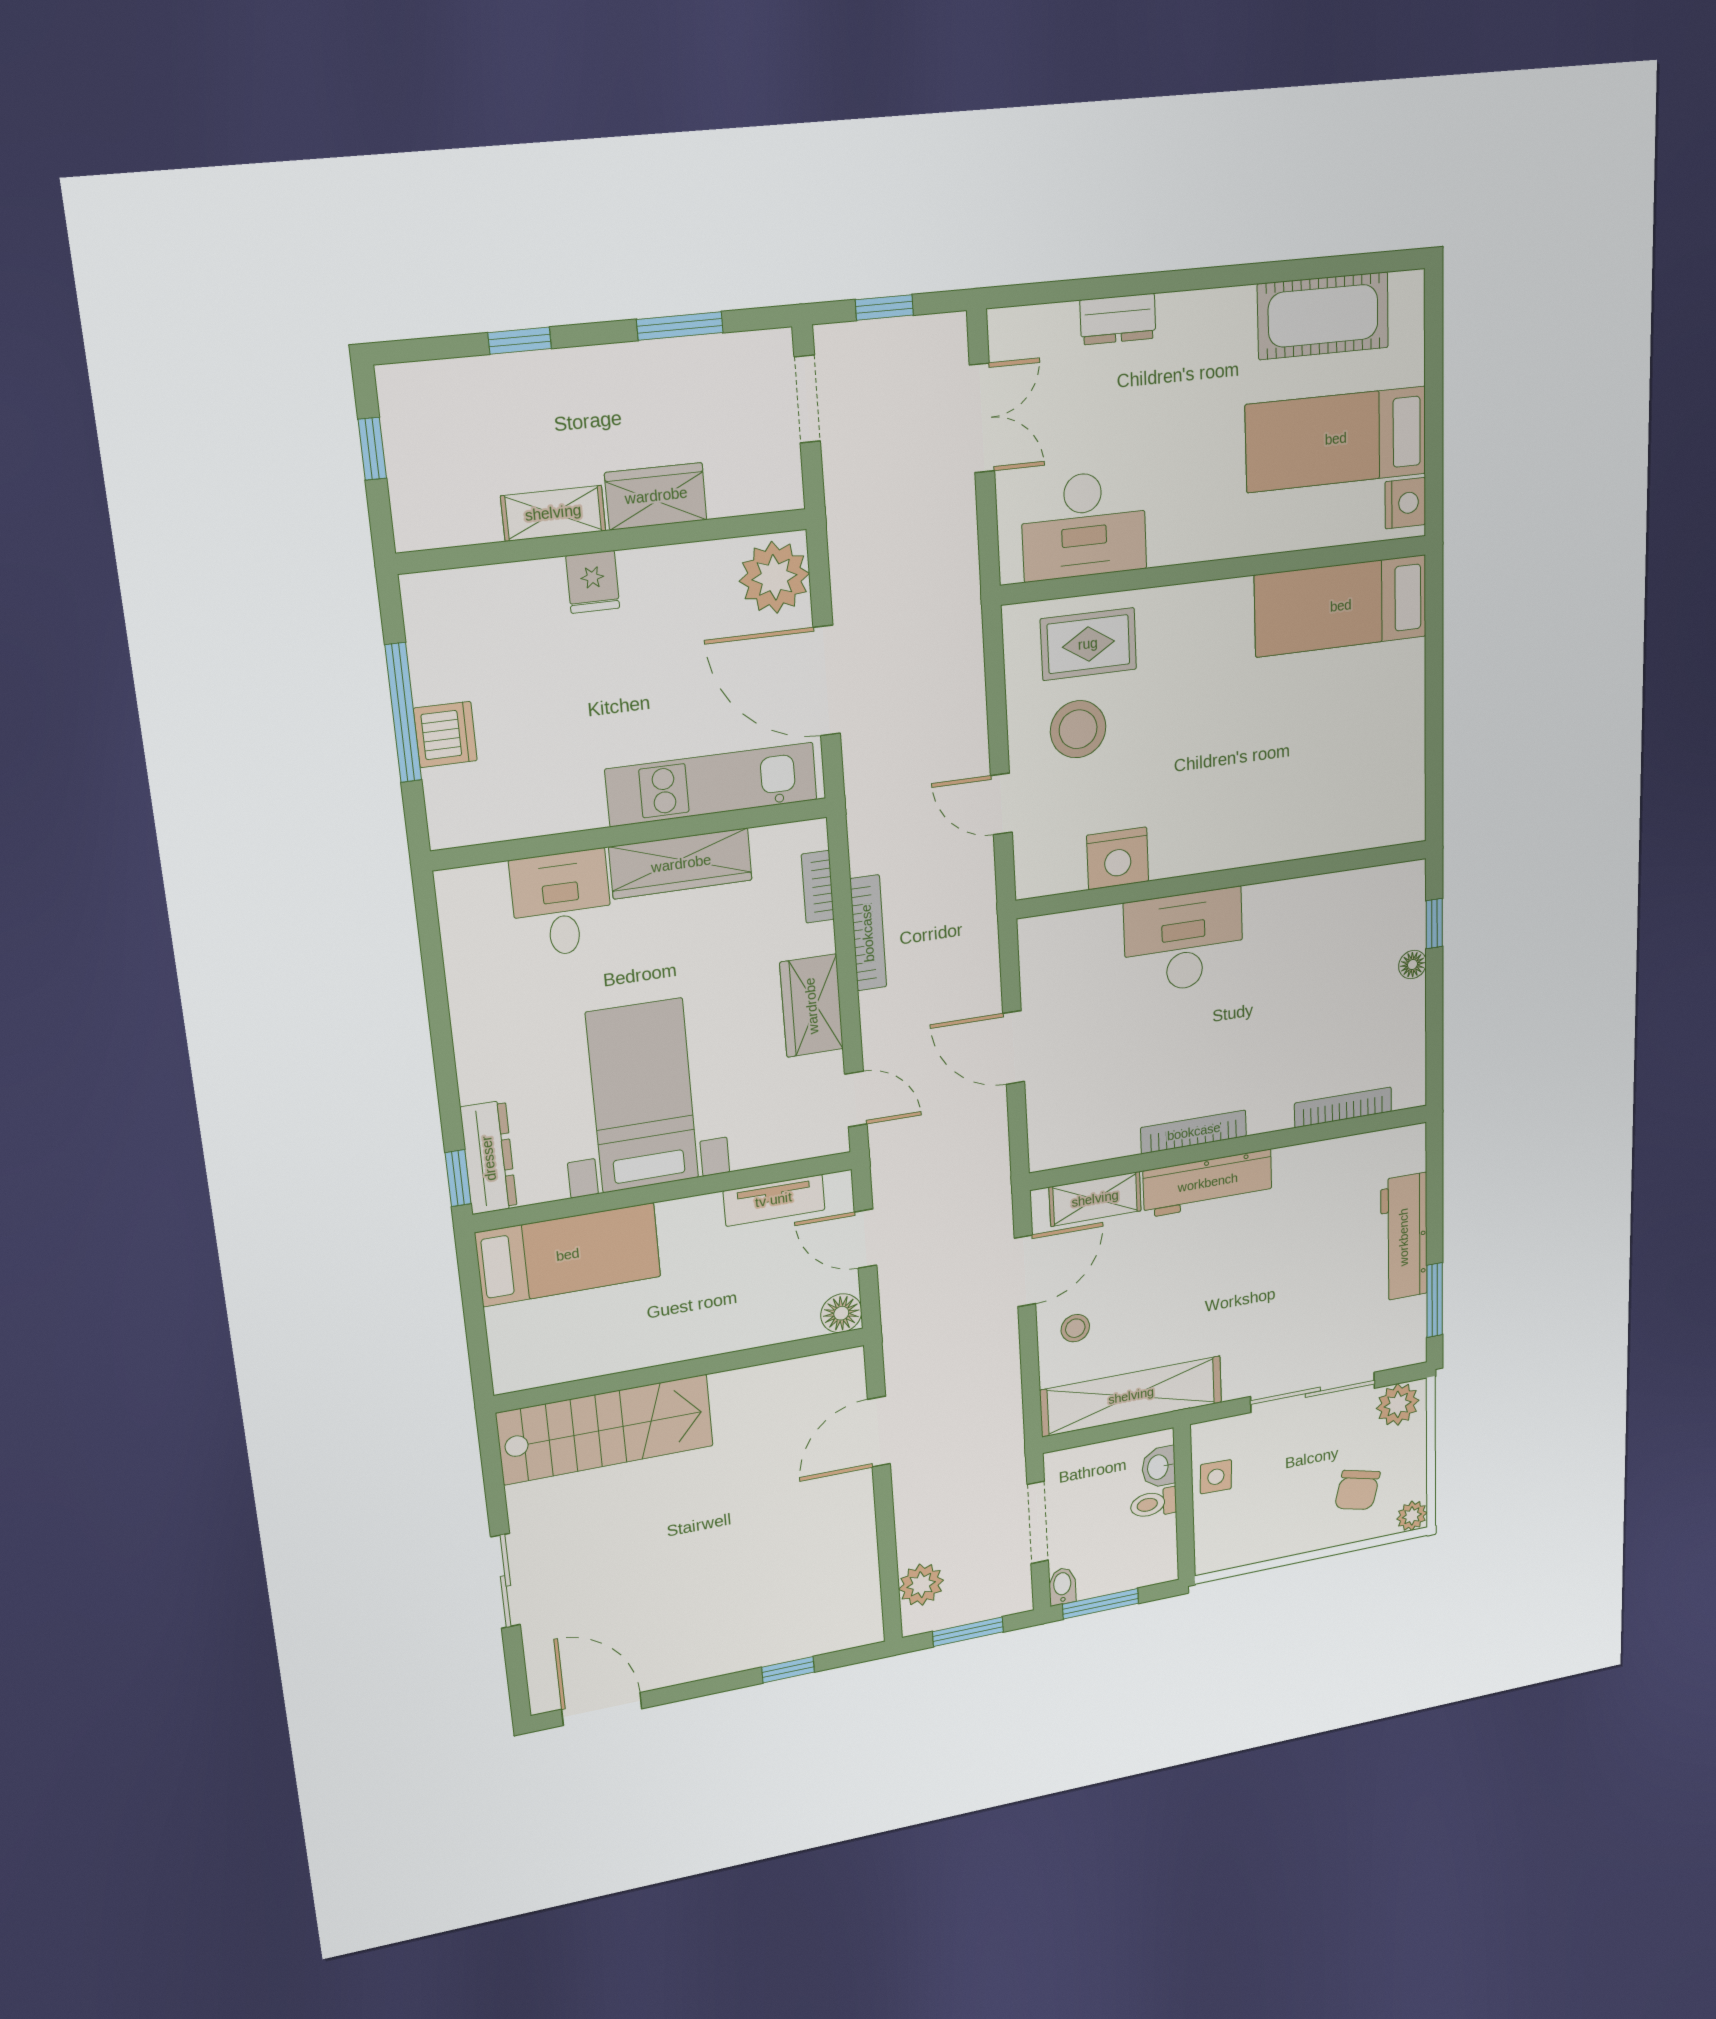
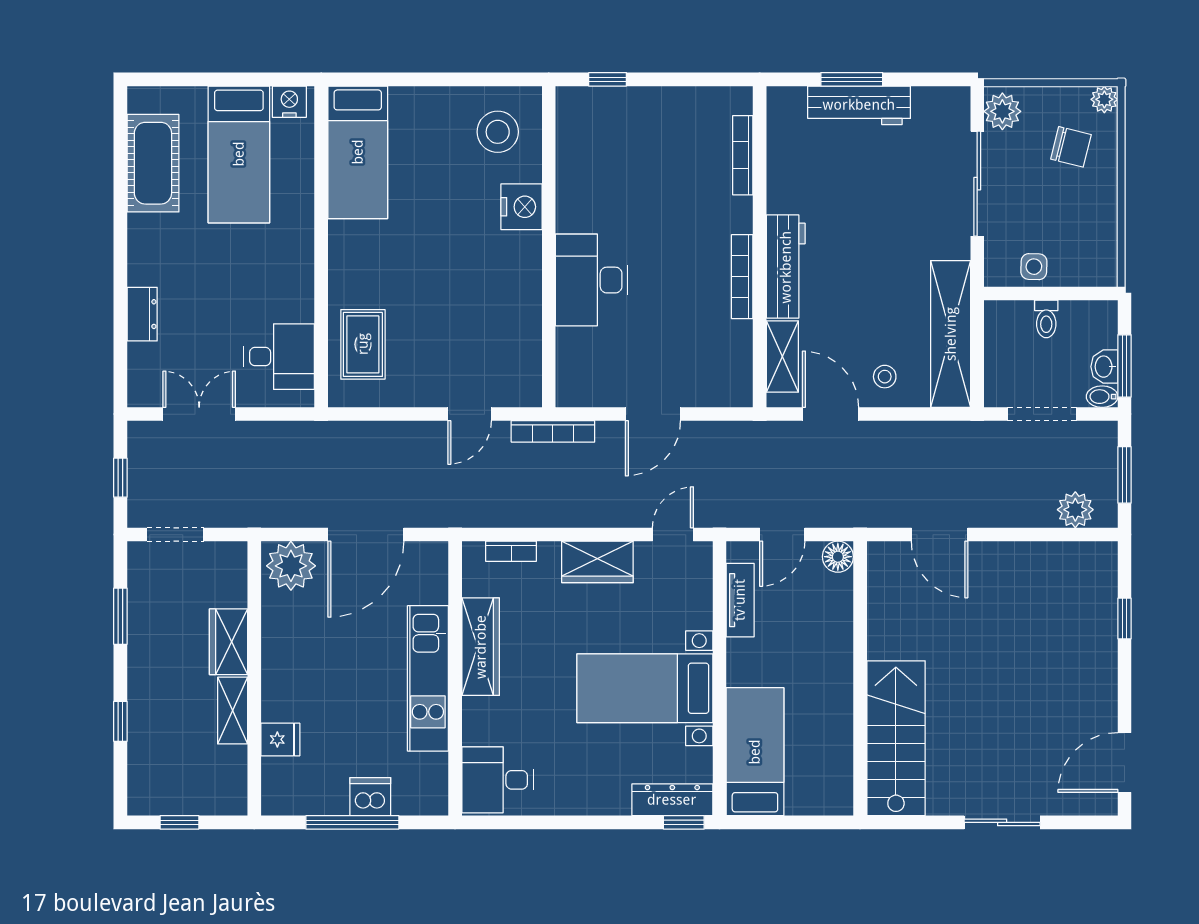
desk: (1084, 525) -> (279, 357), width x0.73
fridge: (593, 582) -> (280, 739), moved
stool: (1078, 729) -> (498, 132), moved
kitchen unit: (712, 784) -> (428, 678), moved
nightstand: (1118, 858) -> (522, 207), moved
desk: (562, 904) -> (497, 780), moved
bookcase: (868, 933) -> (553, 431), moved, turned 180
floor lamp: (1412, 965) -> (637, 97), removed
window: (1435, 1300) -> (852, 79), moved
washbasin: (1159, 1467) -> (1104, 367), moved, turned 90

